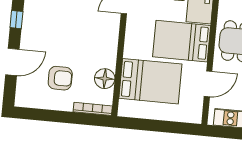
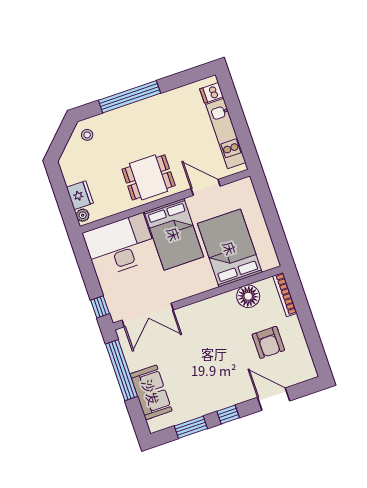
armchair: (60, 78) -> (268, 342), turned 180

